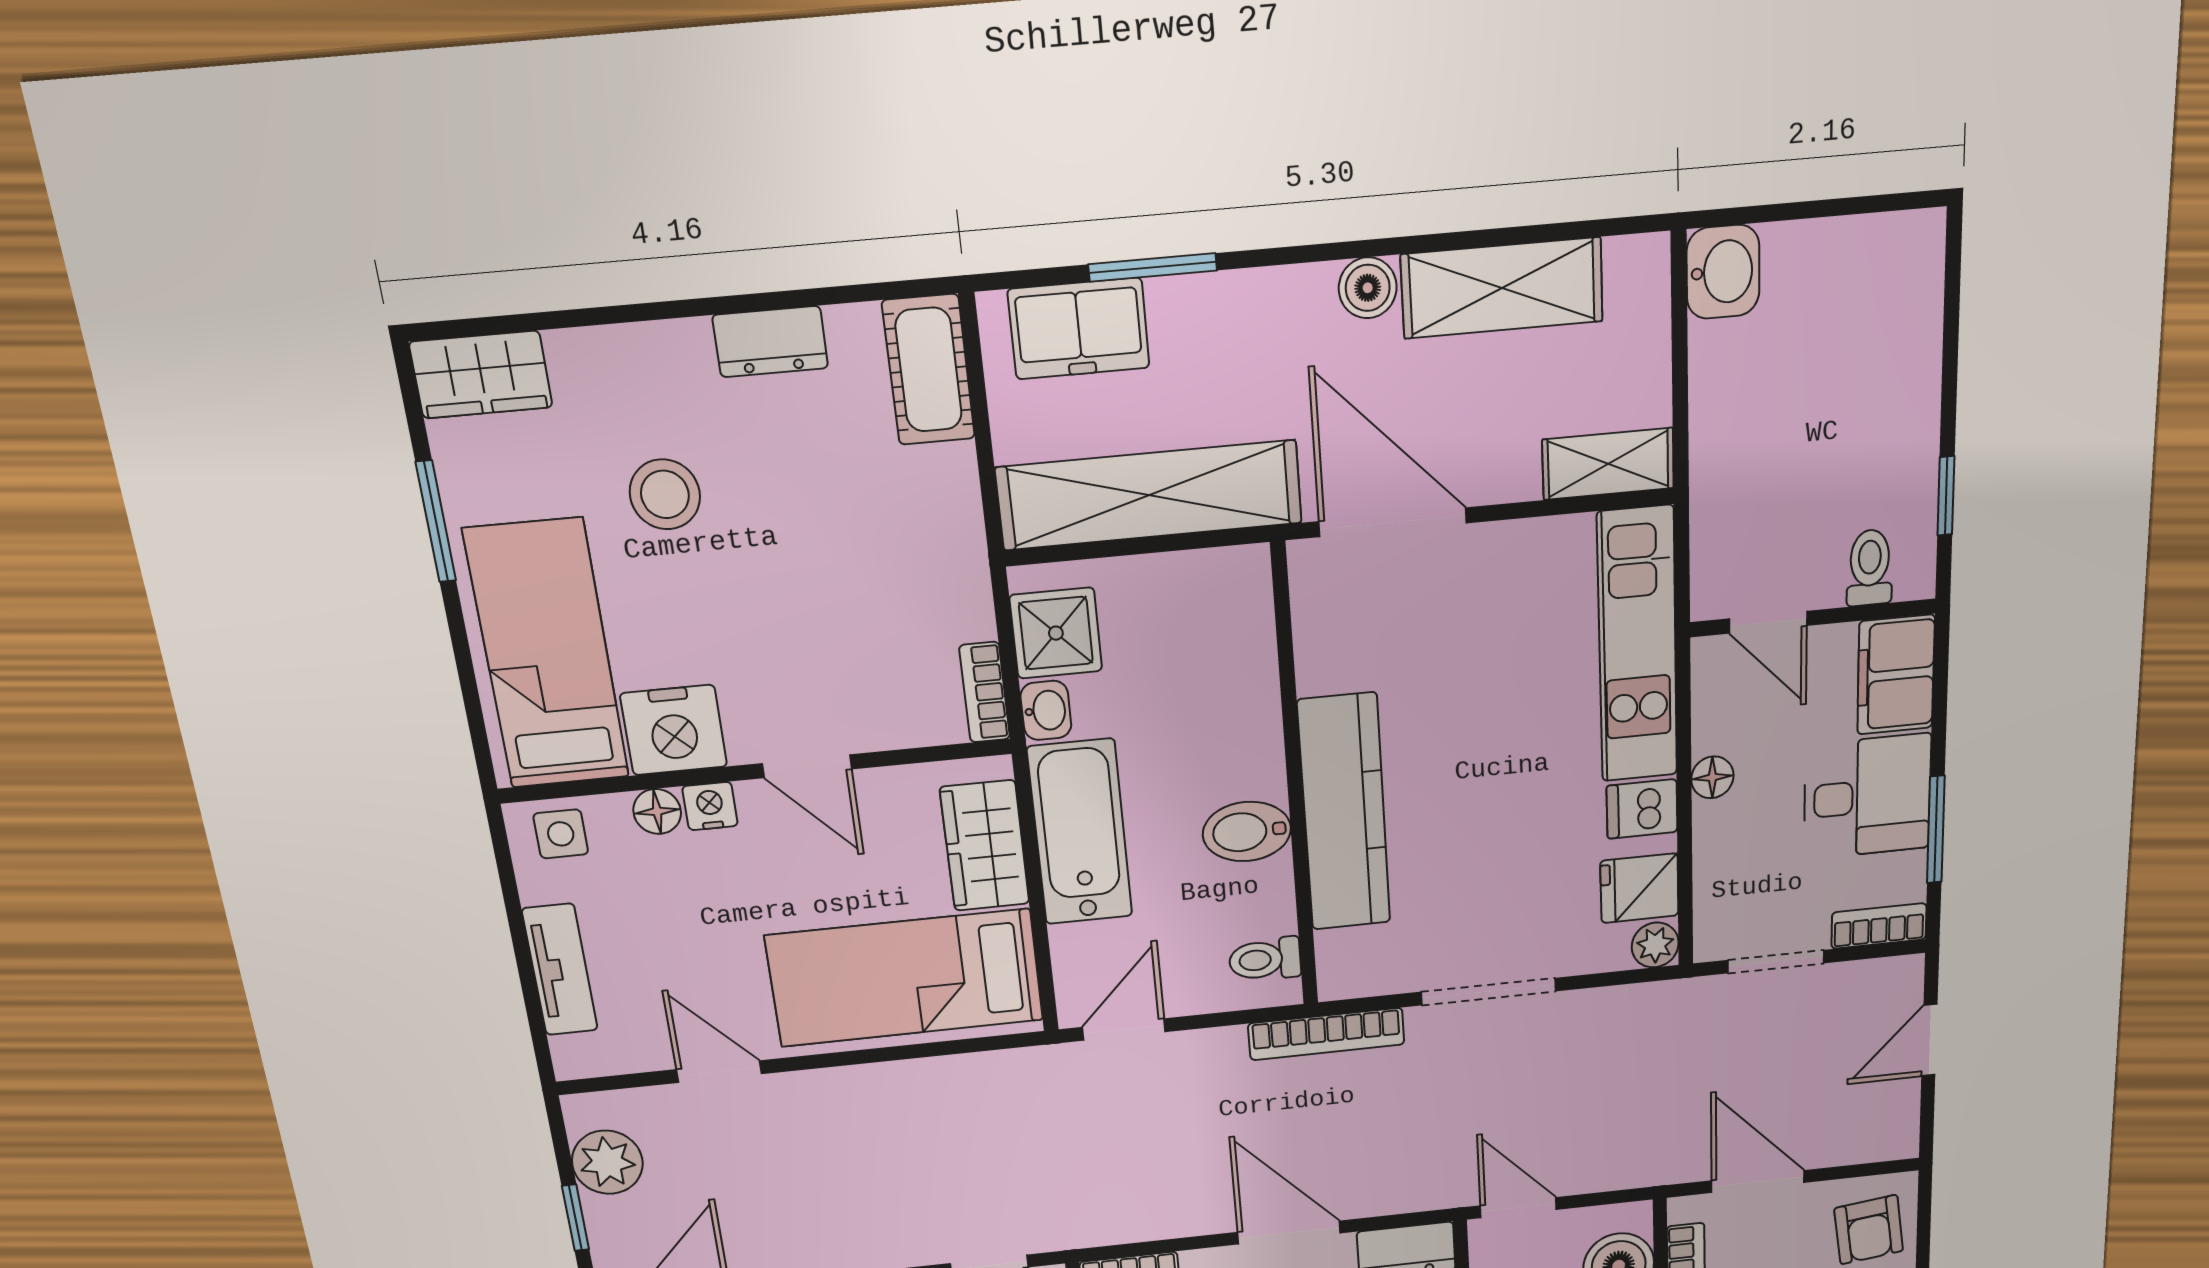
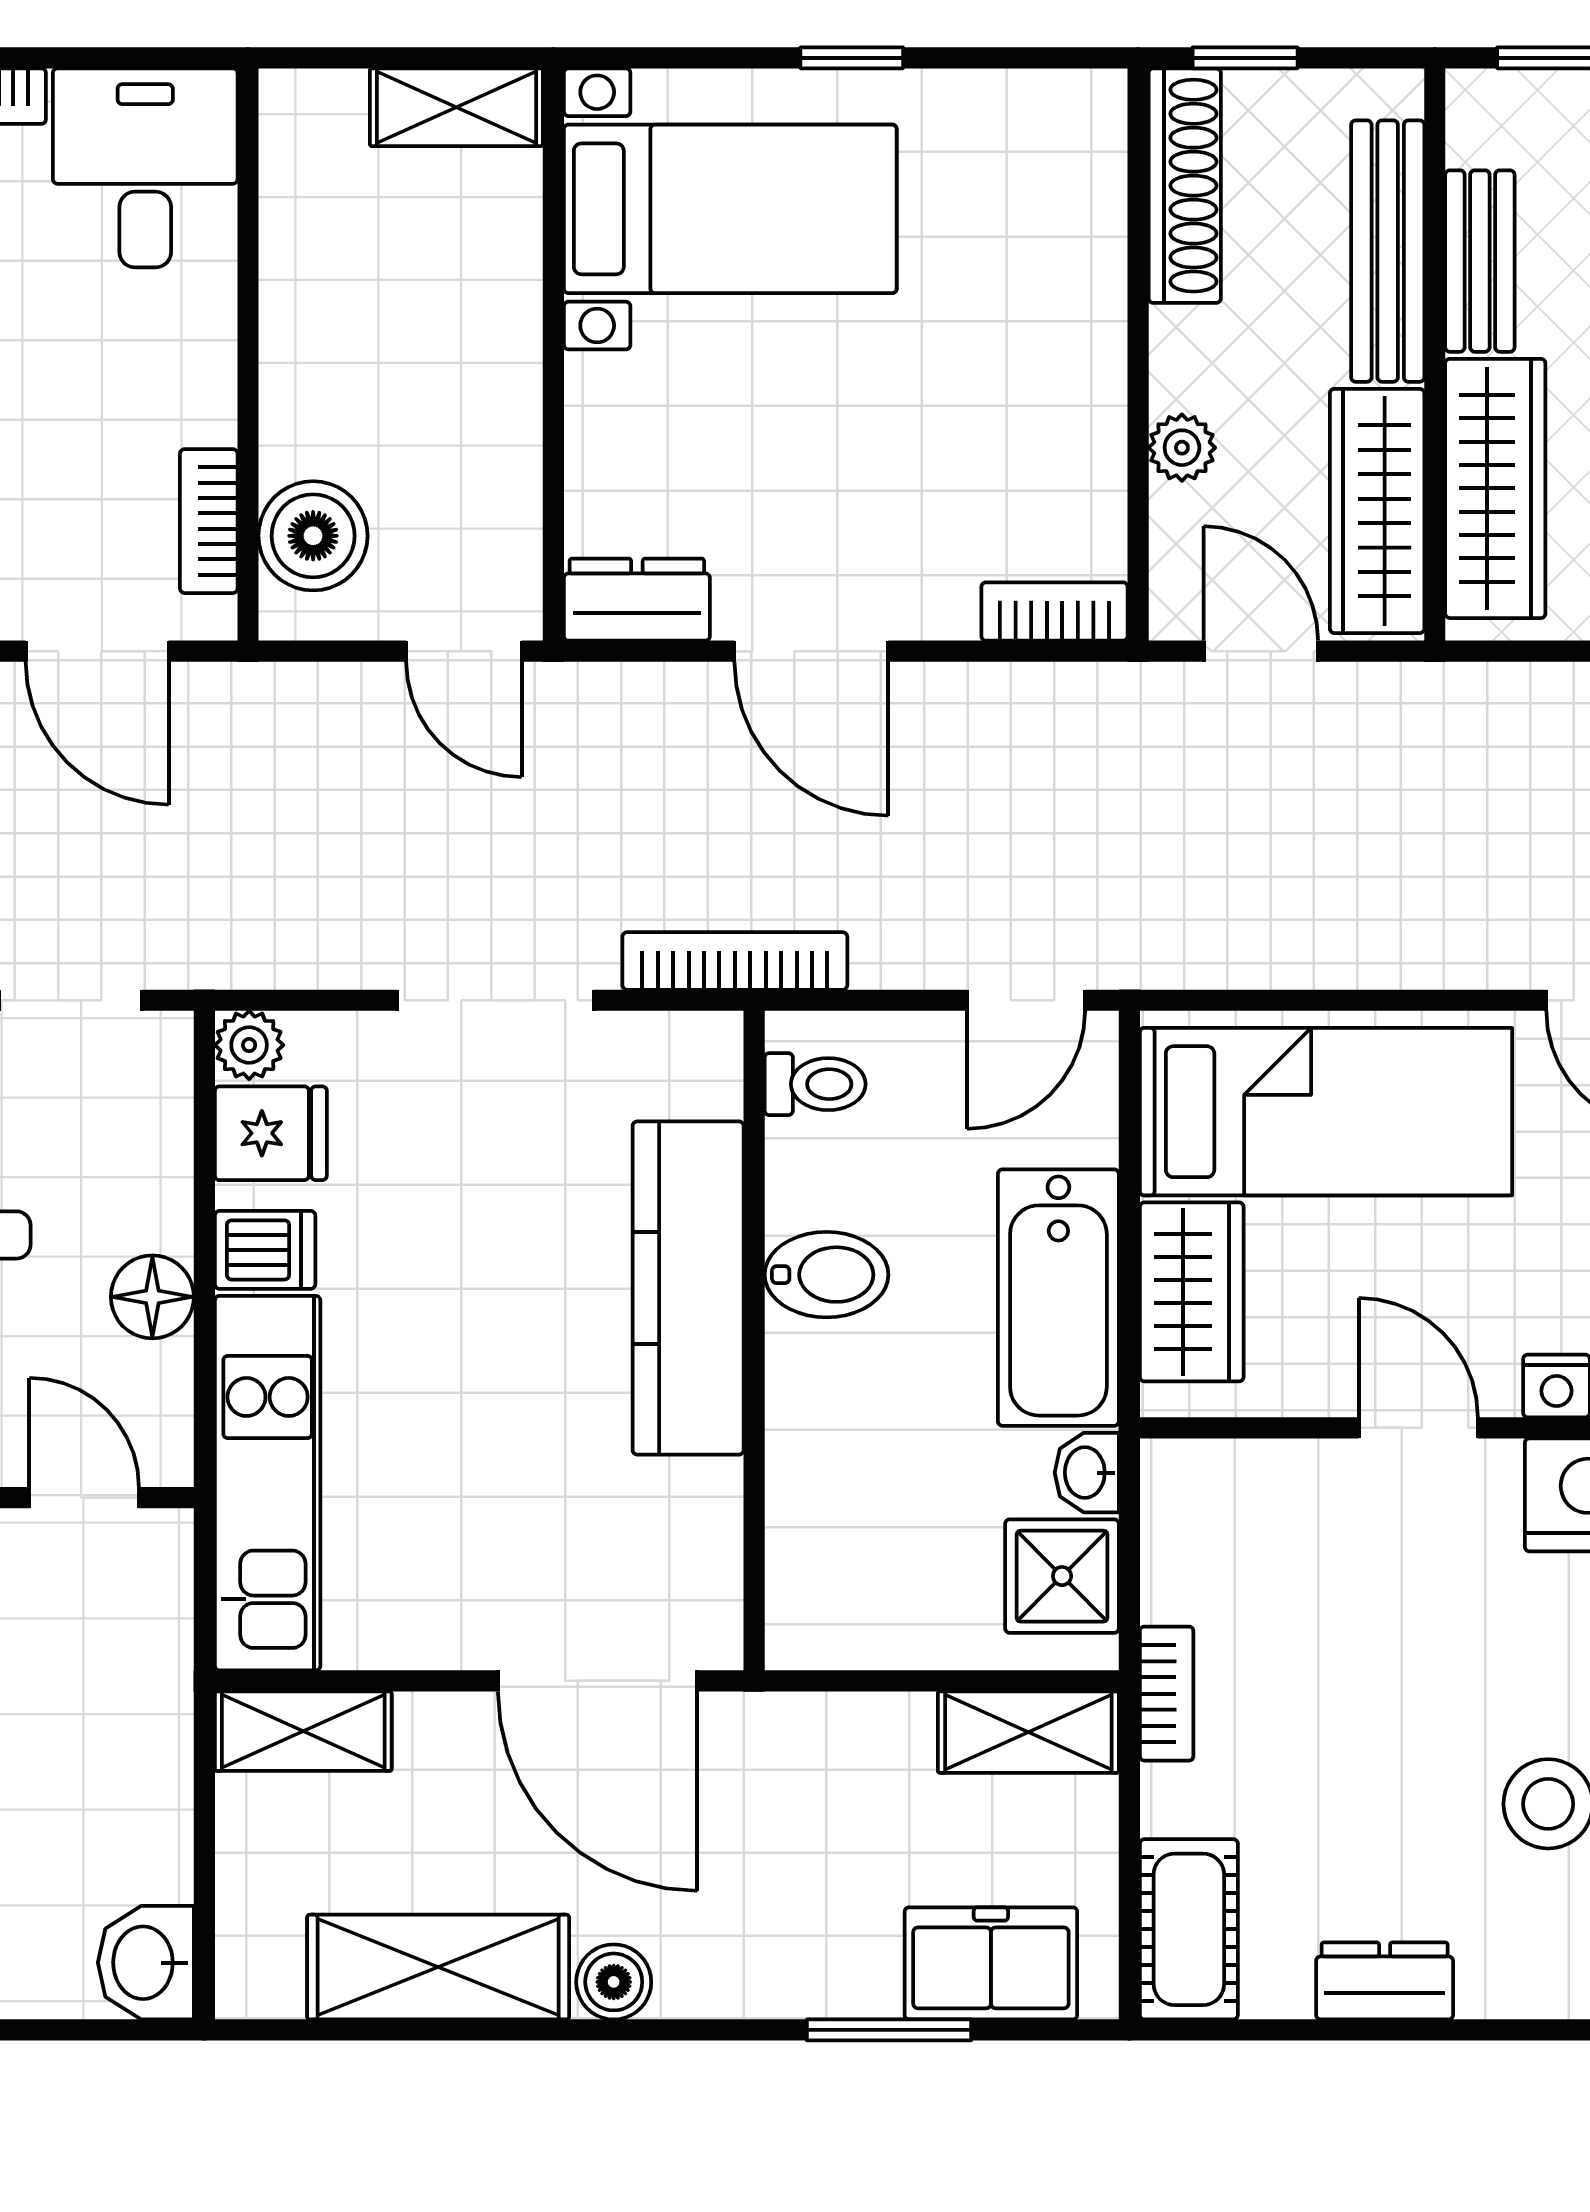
shelving: (1149, 495) -> (1028, 1732), width x0.45, depth x0.75
bookcase: (985, 692) -> (1167, 1694), moved
floor lamp: (1712, 777) -> (152, 1297), width x1.37, depth x1.37

